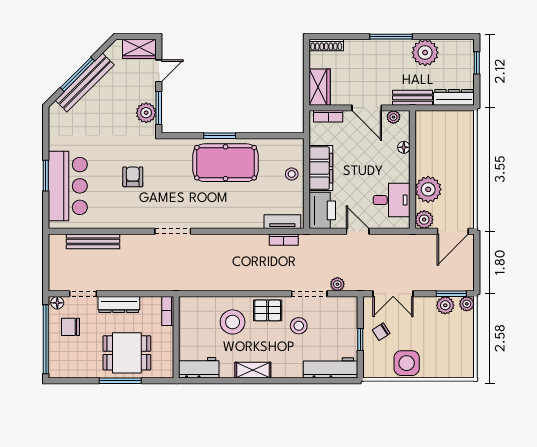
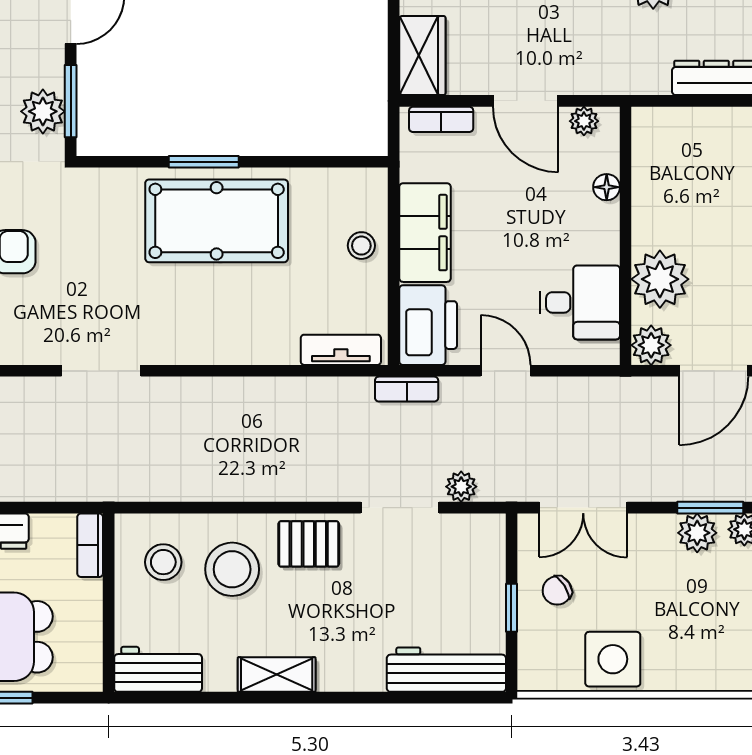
bench: (412, 98) -> (625, 79), removed
bookcase: (284, 240) -> (407, 389), moved
stool: (299, 326) -> (163, 562), moved

